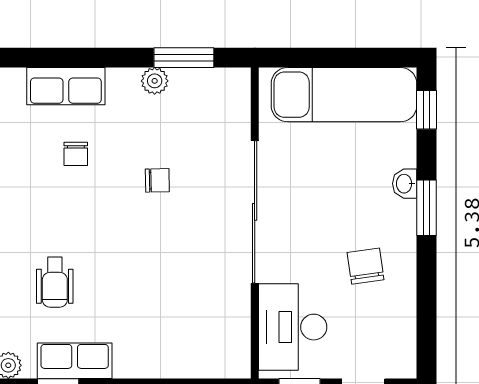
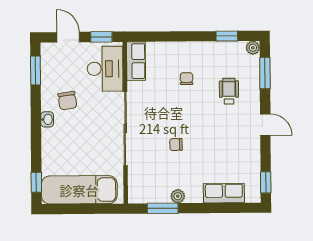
chair: (76, 154) -> (187, 79), moved
washbasin: (405, 184) -> (47, 119), moved
window: (426, 208) -> (35, 71), moved
row of seats: (75, 361) -> (136, 61), moved, turned -90

